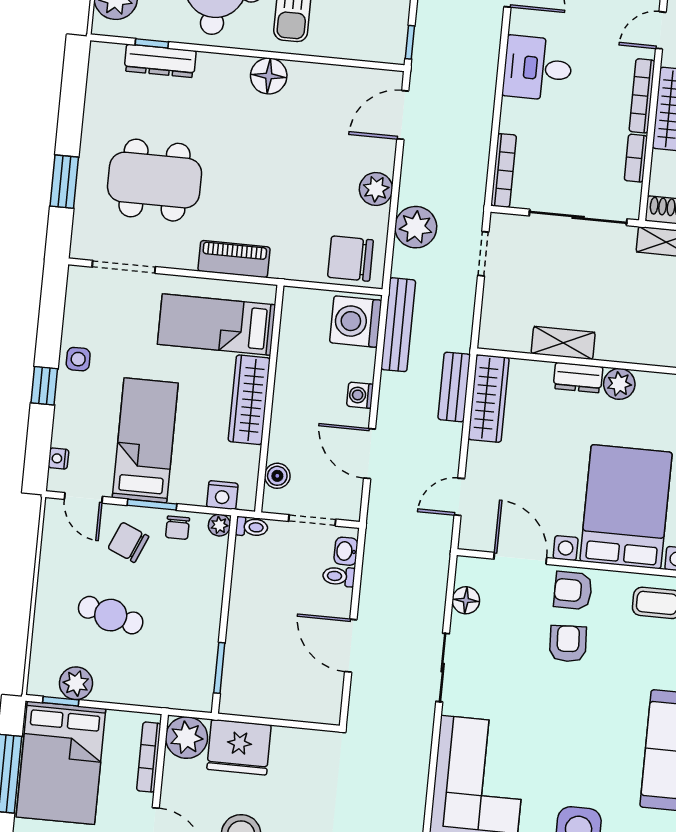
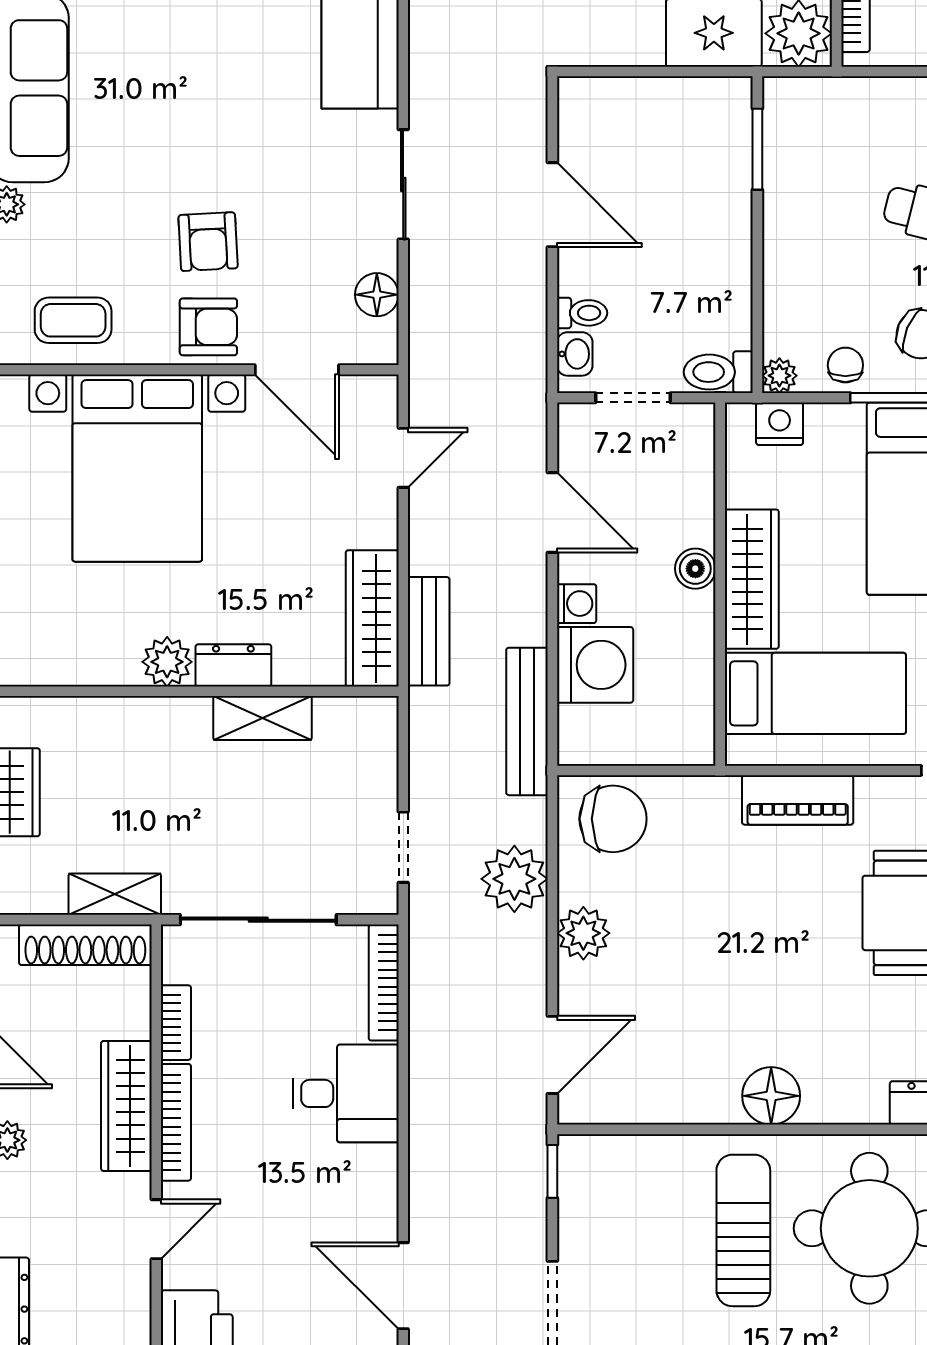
desk: (538, 68) -> (346, 1093), moved
washing machine: (356, 322) -> (595, 665), moved
boiler: (277, 476) -> (695, 569), moved
toilet: (252, 527) -> (718, 372), width x1.37, depth x1.39

